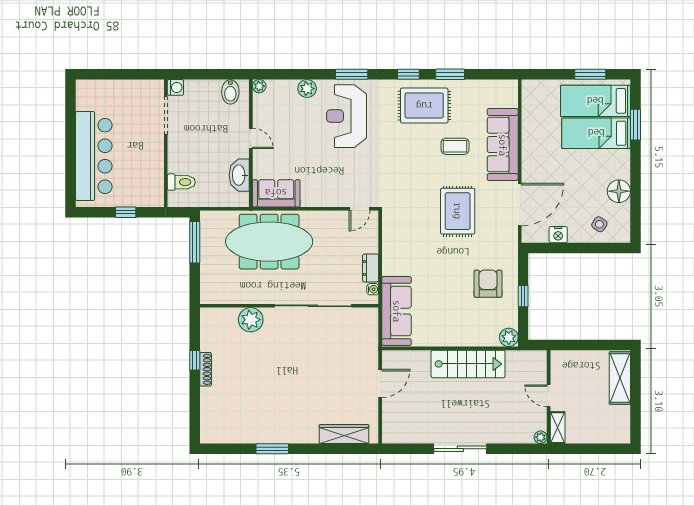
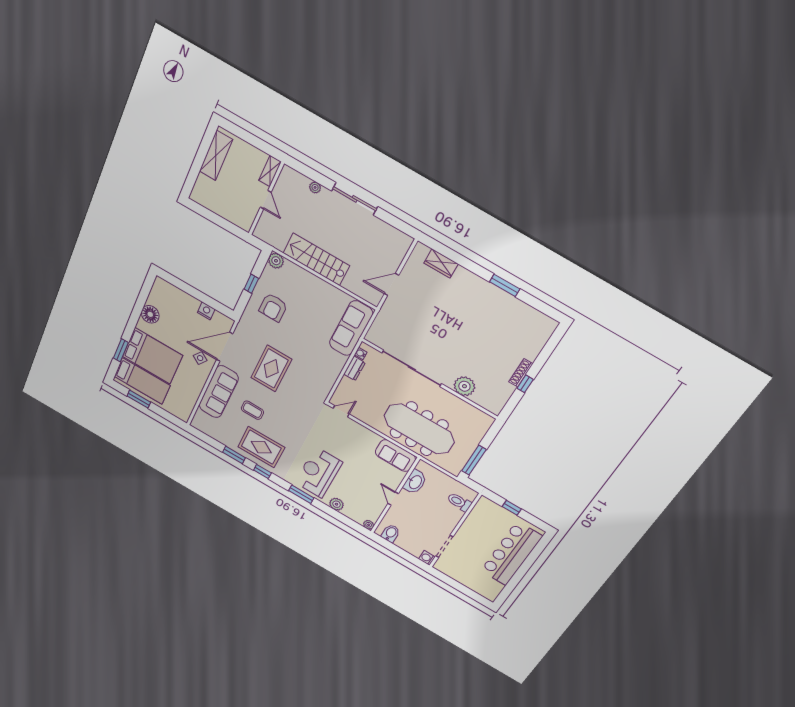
reception desk: (346, 116) -> (318, 472), turned 180
bed: (596, 133) -> (152, 356), width x1.50
side table: (599, 224) -> (200, 358), moved
shelving: (620, 378) -> (216, 155), moved
wardrobe: (344, 434) -> (441, 263), width x0.67
plant: (541, 437) -> (315, 187), moved

